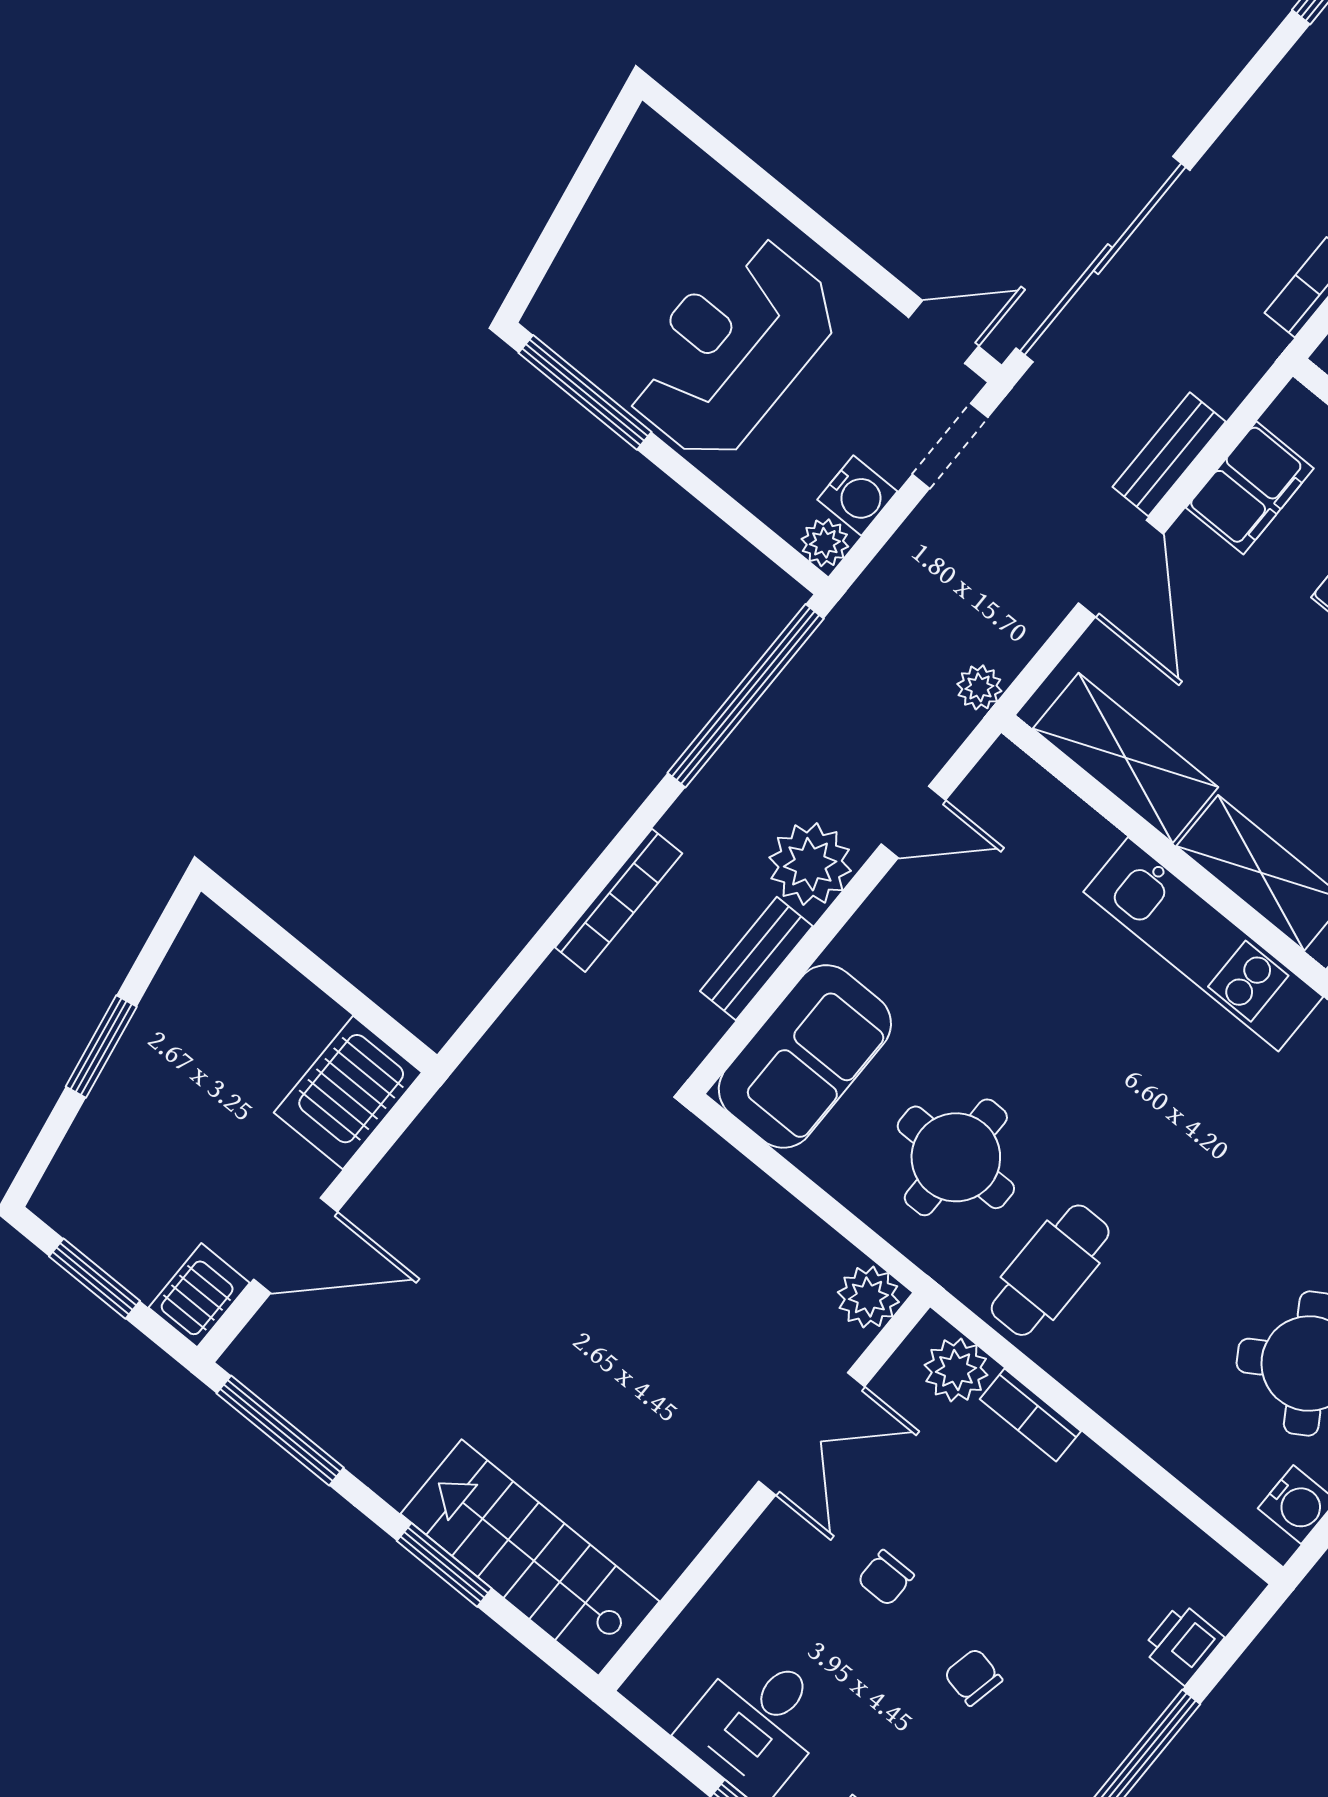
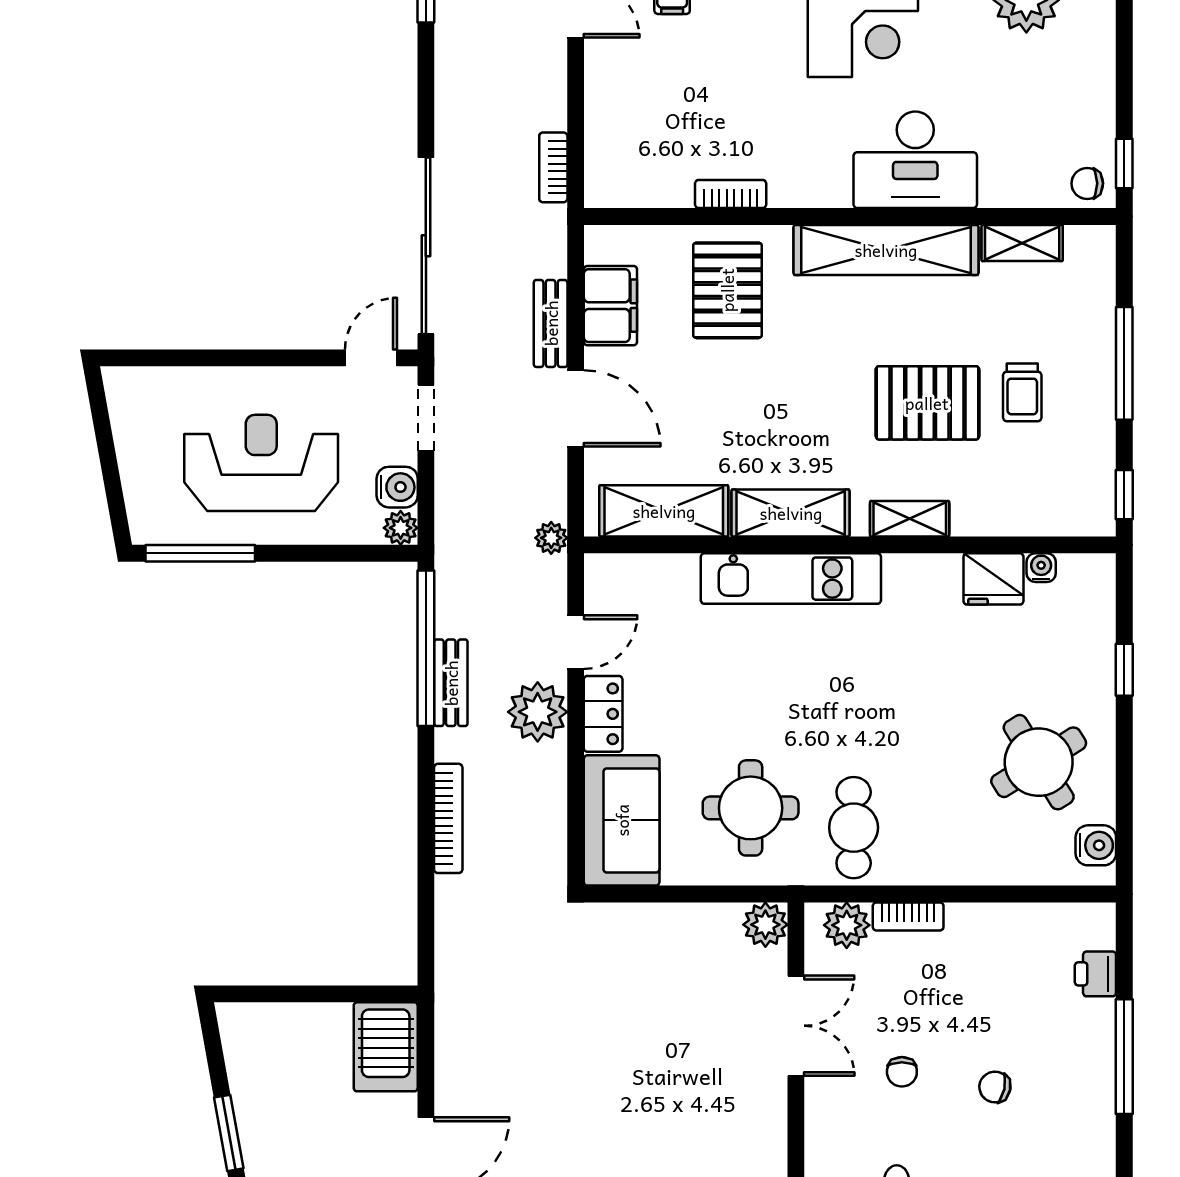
reception desk: (731, 349) -> (261, 463), turned 90
locker: (879, 924) -> (603, 714), added
bench: (756, 959) -> (451, 683), moved

